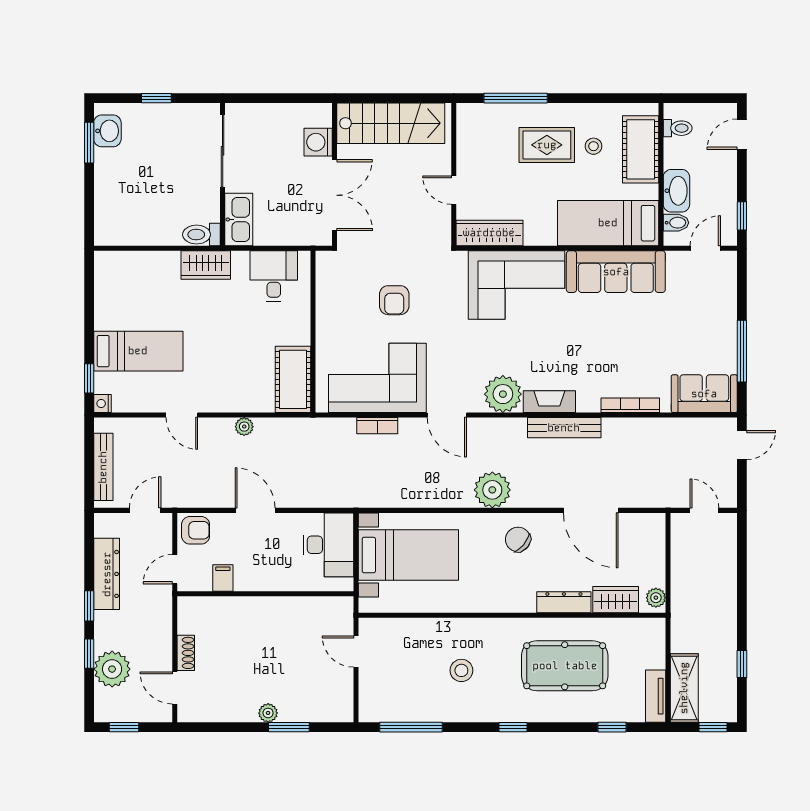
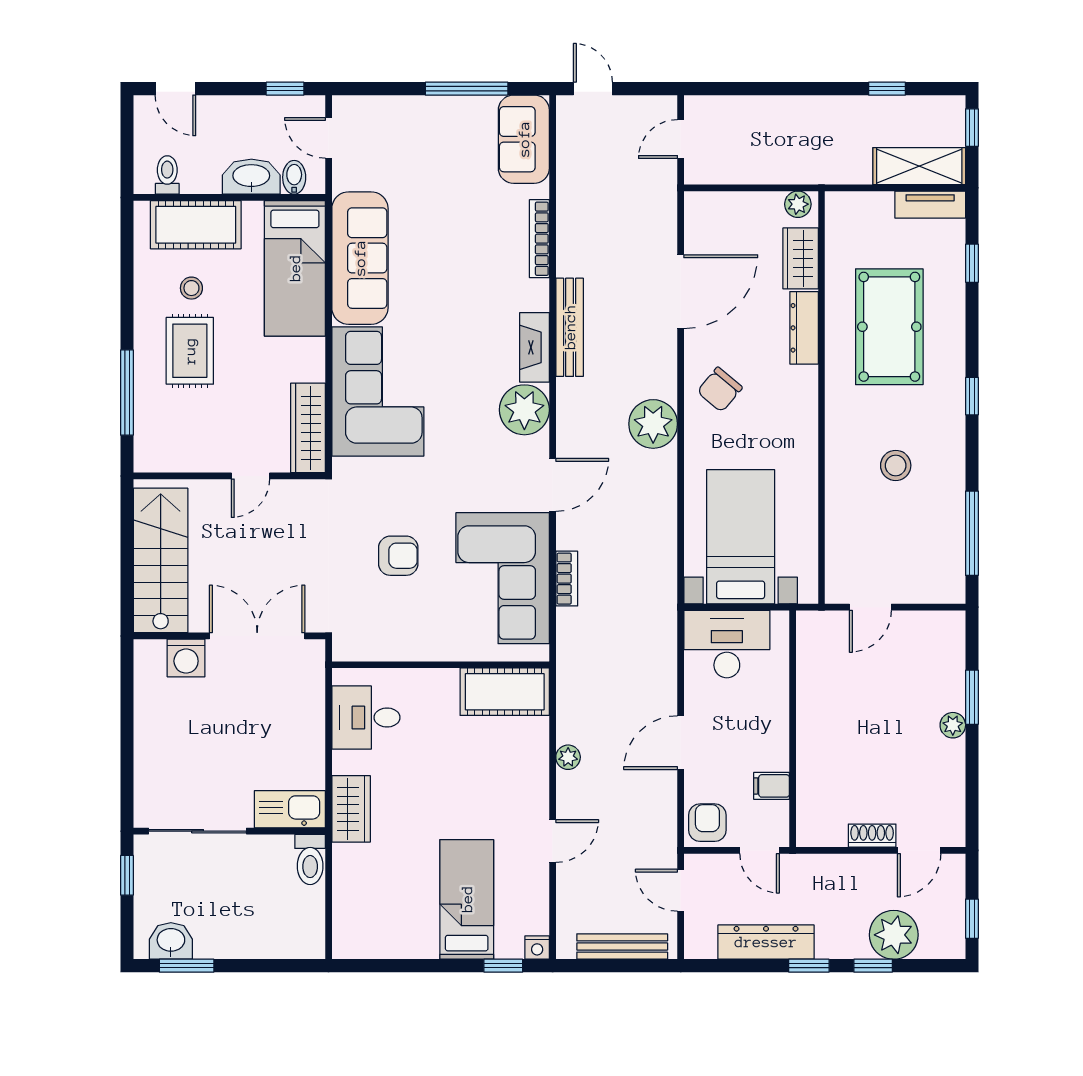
sliding door: (223, 151) -> (198, 831), moved
wall: (223, 174) -> (229, 831), moved
kitchen sink: (239, 219) -> (290, 809), moved
toilet: (201, 235) -> (310, 859), moved

